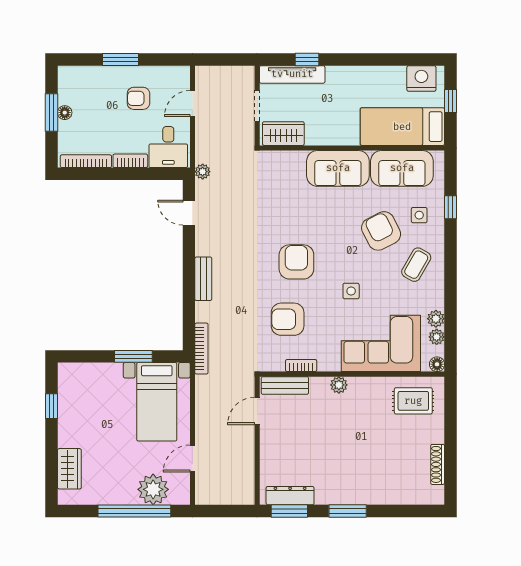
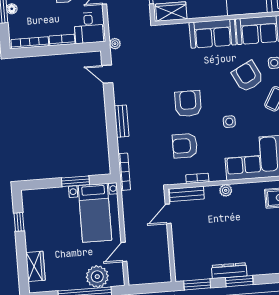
dresser: (290, 496) -> (229, 271), moved

